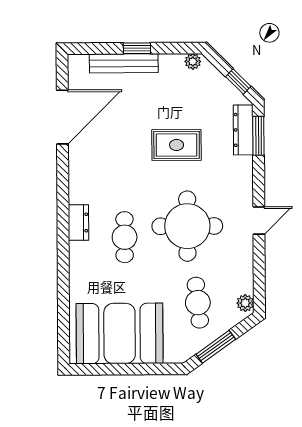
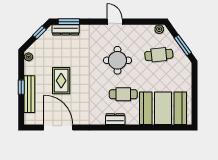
rug: (177, 145) -> (61, 81), moved
round table: (187, 226) -> (117, 60), width x0.73, depth x0.73
booth: (120, 333) -> (163, 108), moved, turned 90

